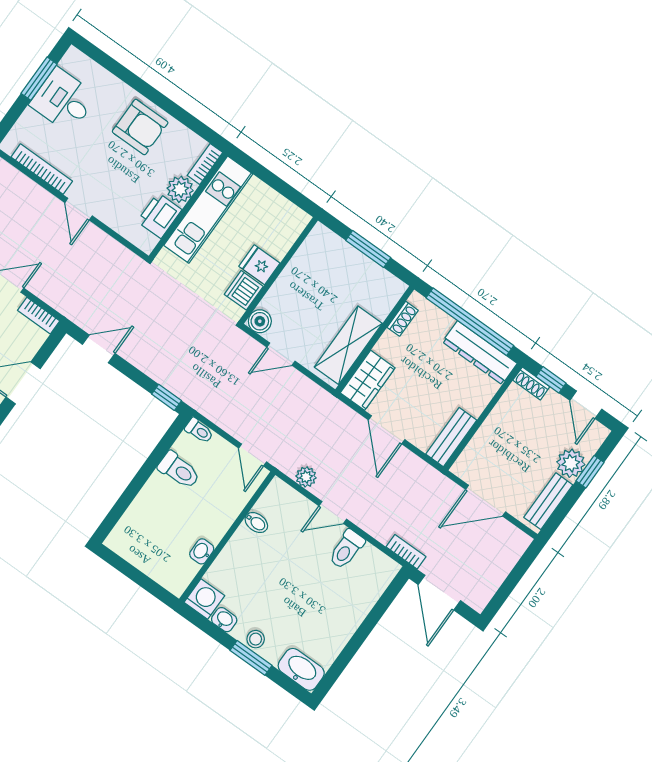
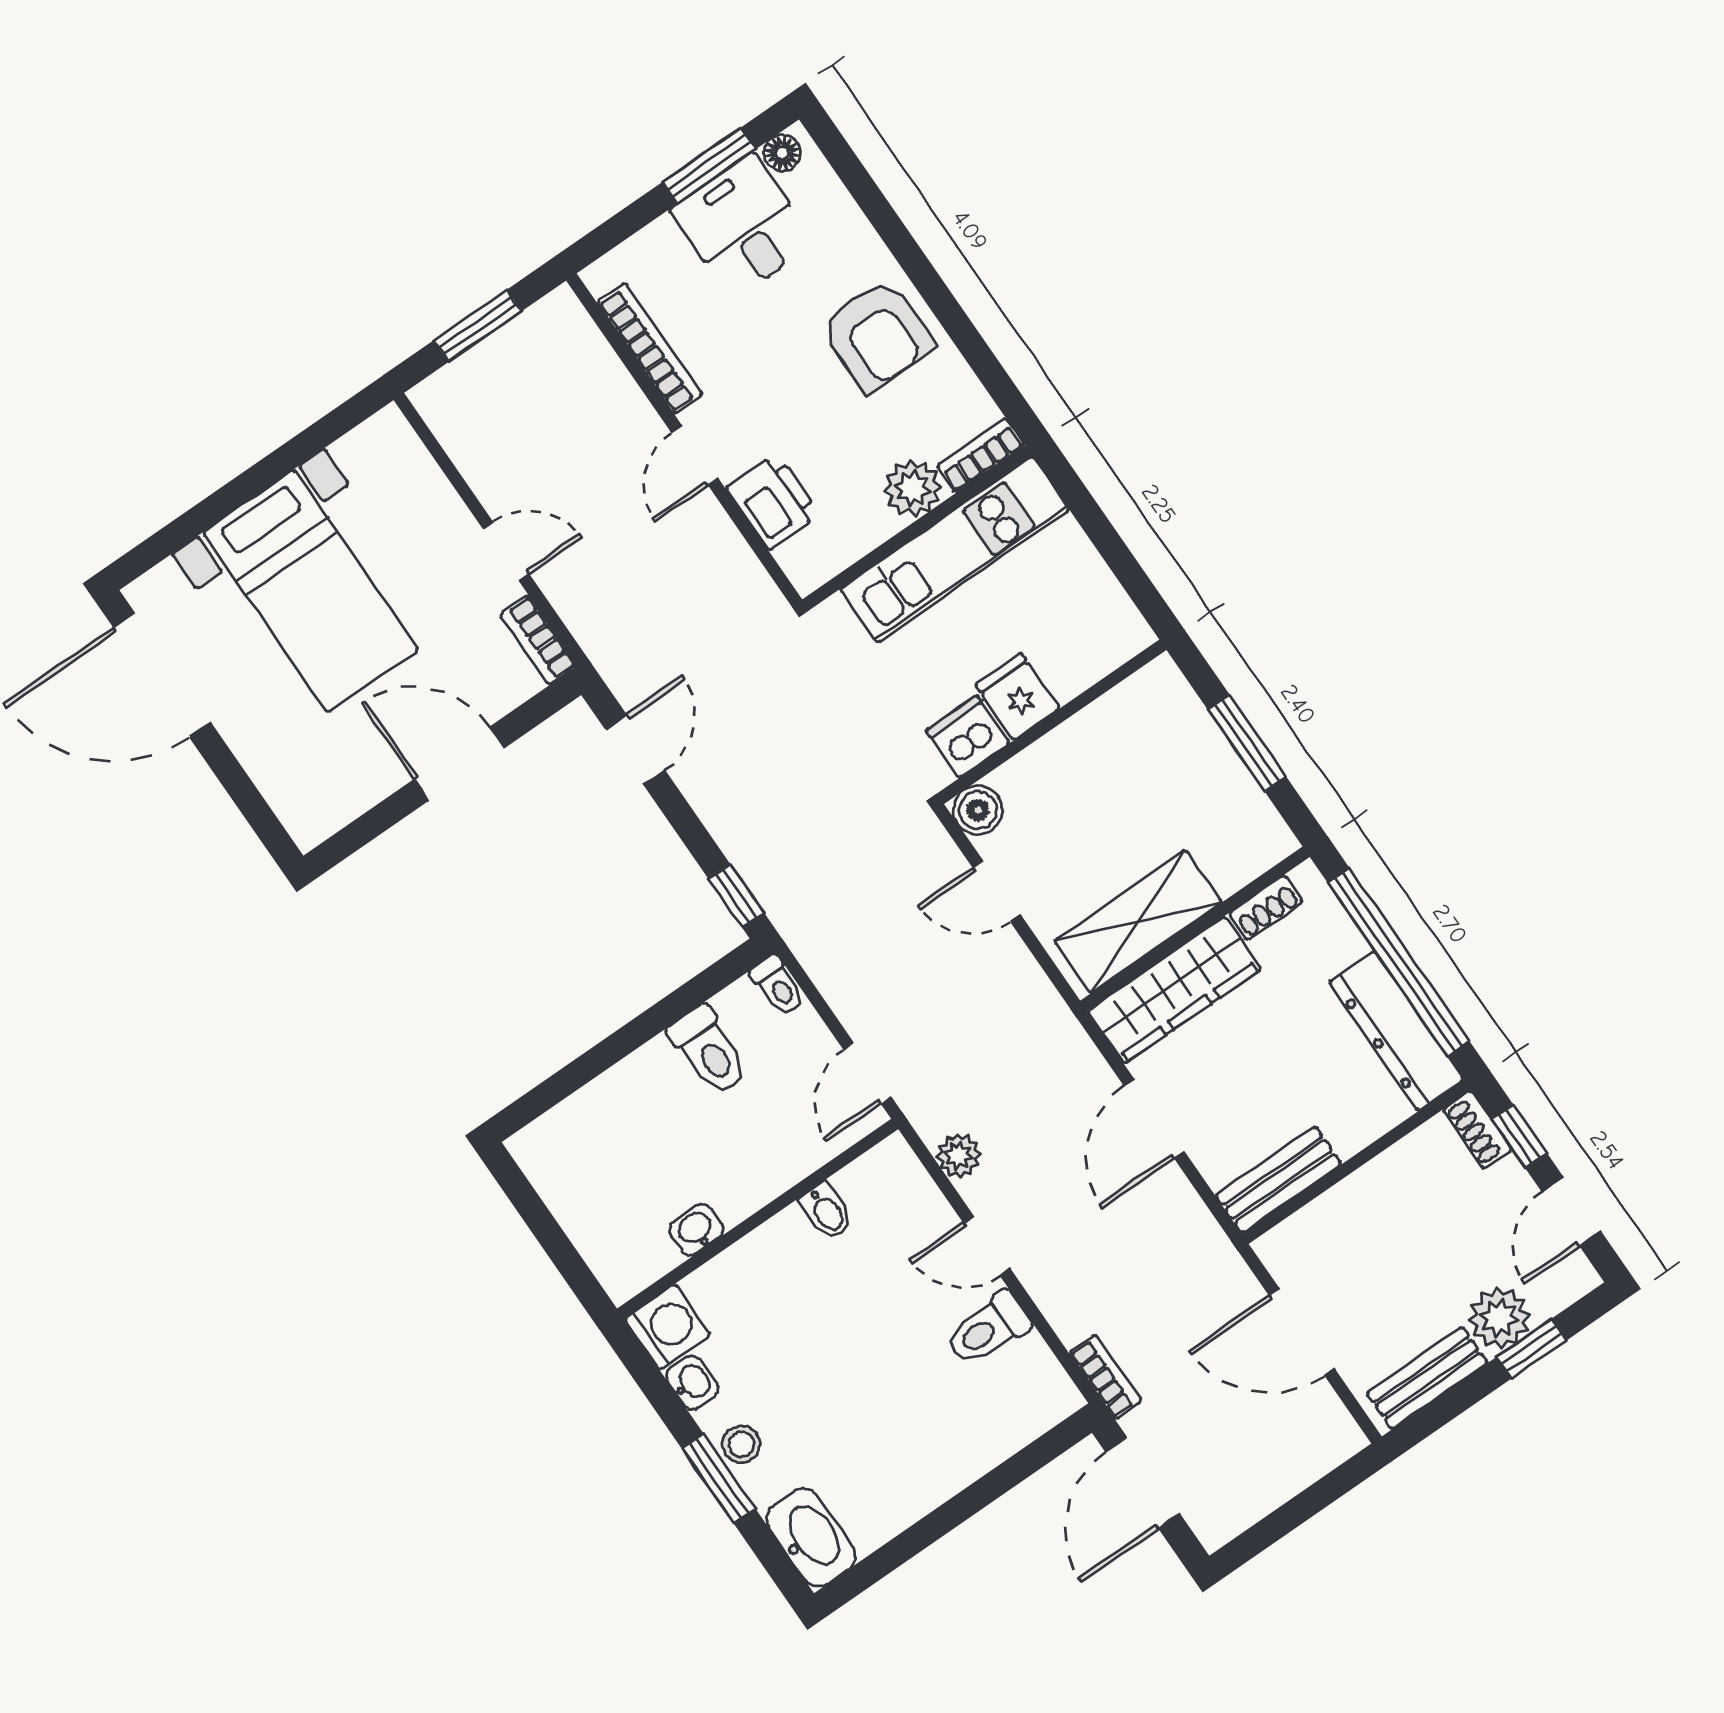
floor lamp: (69, 62) -> (782, 153), added
printer: (159, 216) -> (773, 501), moved, turned 90
door: (99, 349) -> (635, 750), hinge flipped
wardrobe: (368, 380) -> (1174, 990), width x1.50

